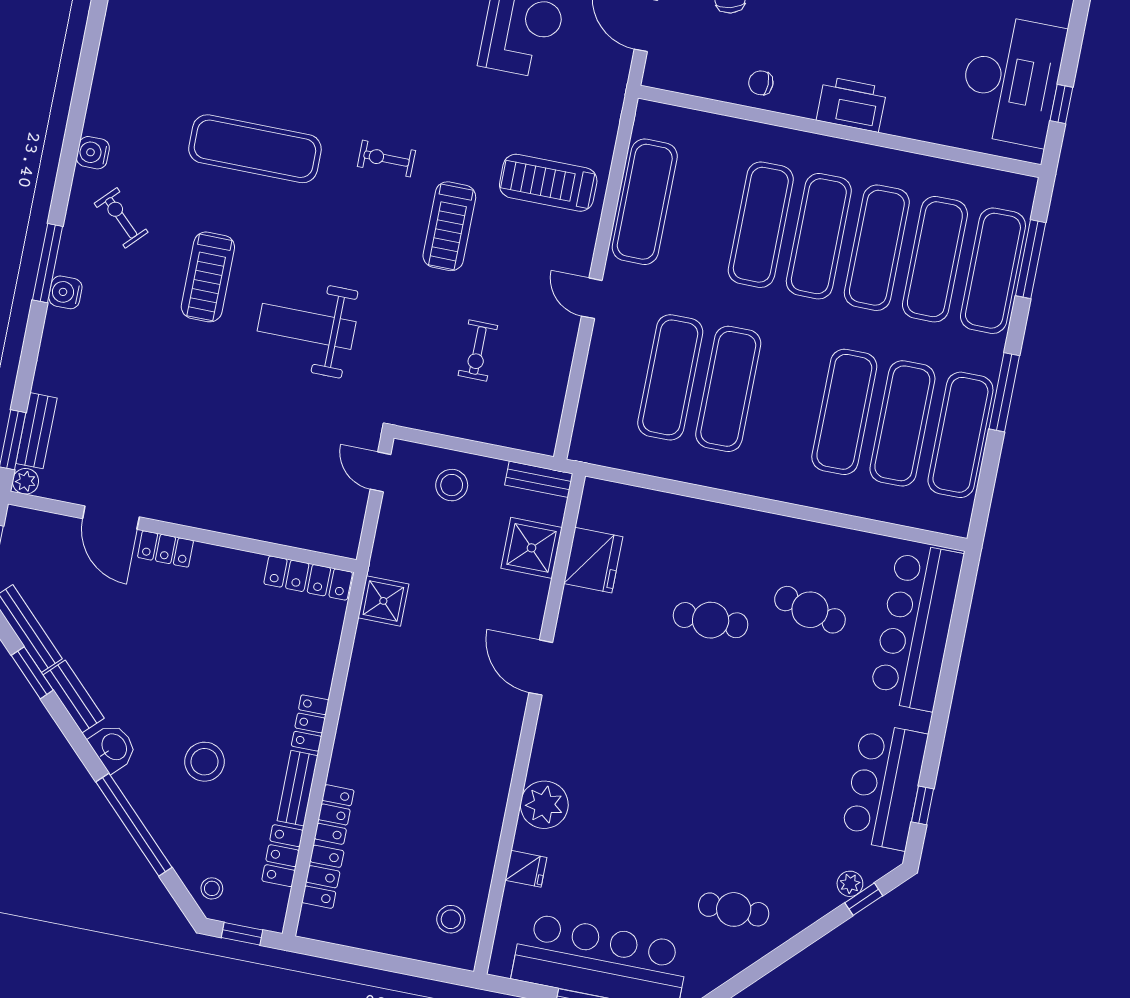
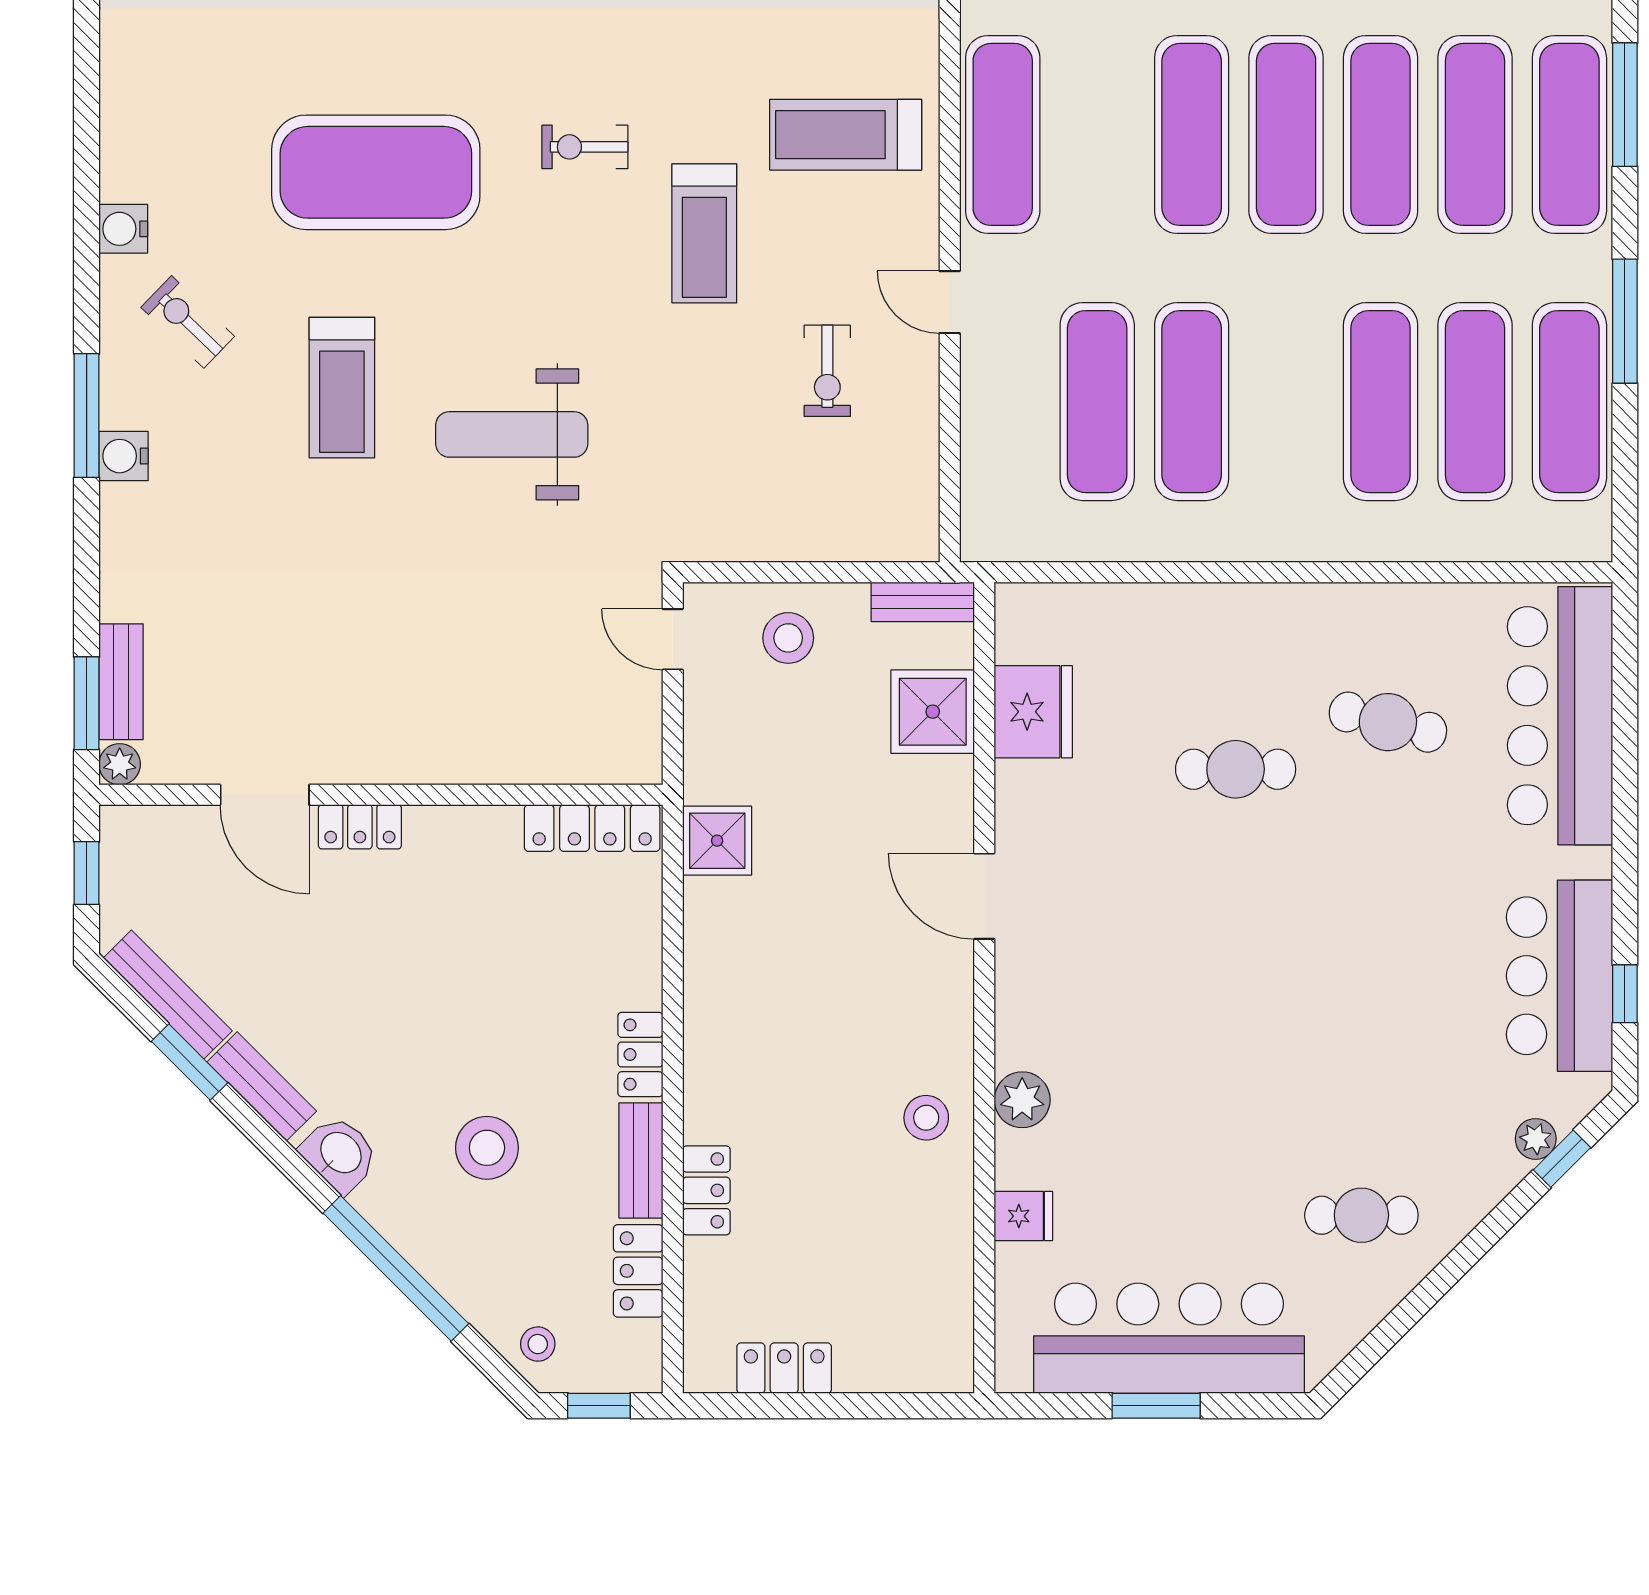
exercise mat: (255, 149) -> (376, 172), width x1.47
exercise bike: (478, 351) -> (827, 371), moved
plant: (544, 805) -> (1022, 1100), width x0.73, depth x0.73
locker: (323, 877) -> (784, 1368), moved, turned -90
stool: (451, 919) -> (926, 1118), moved

